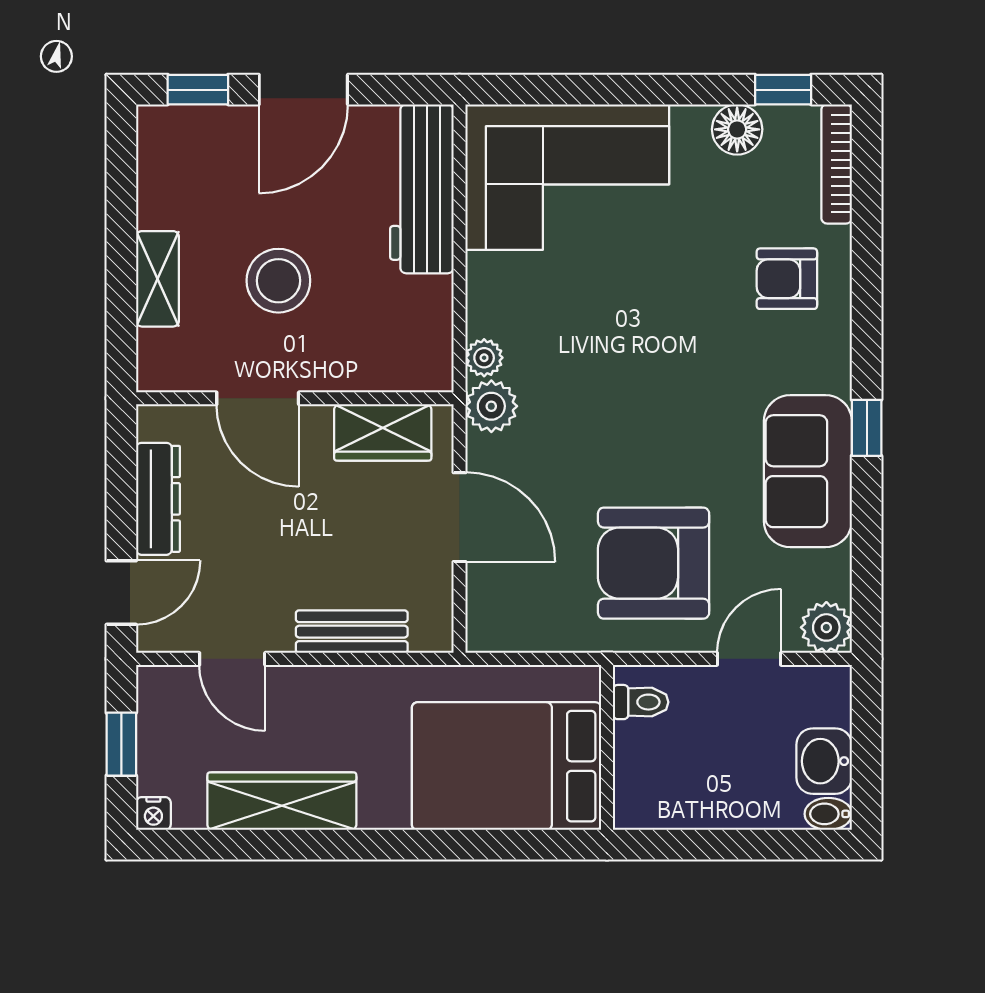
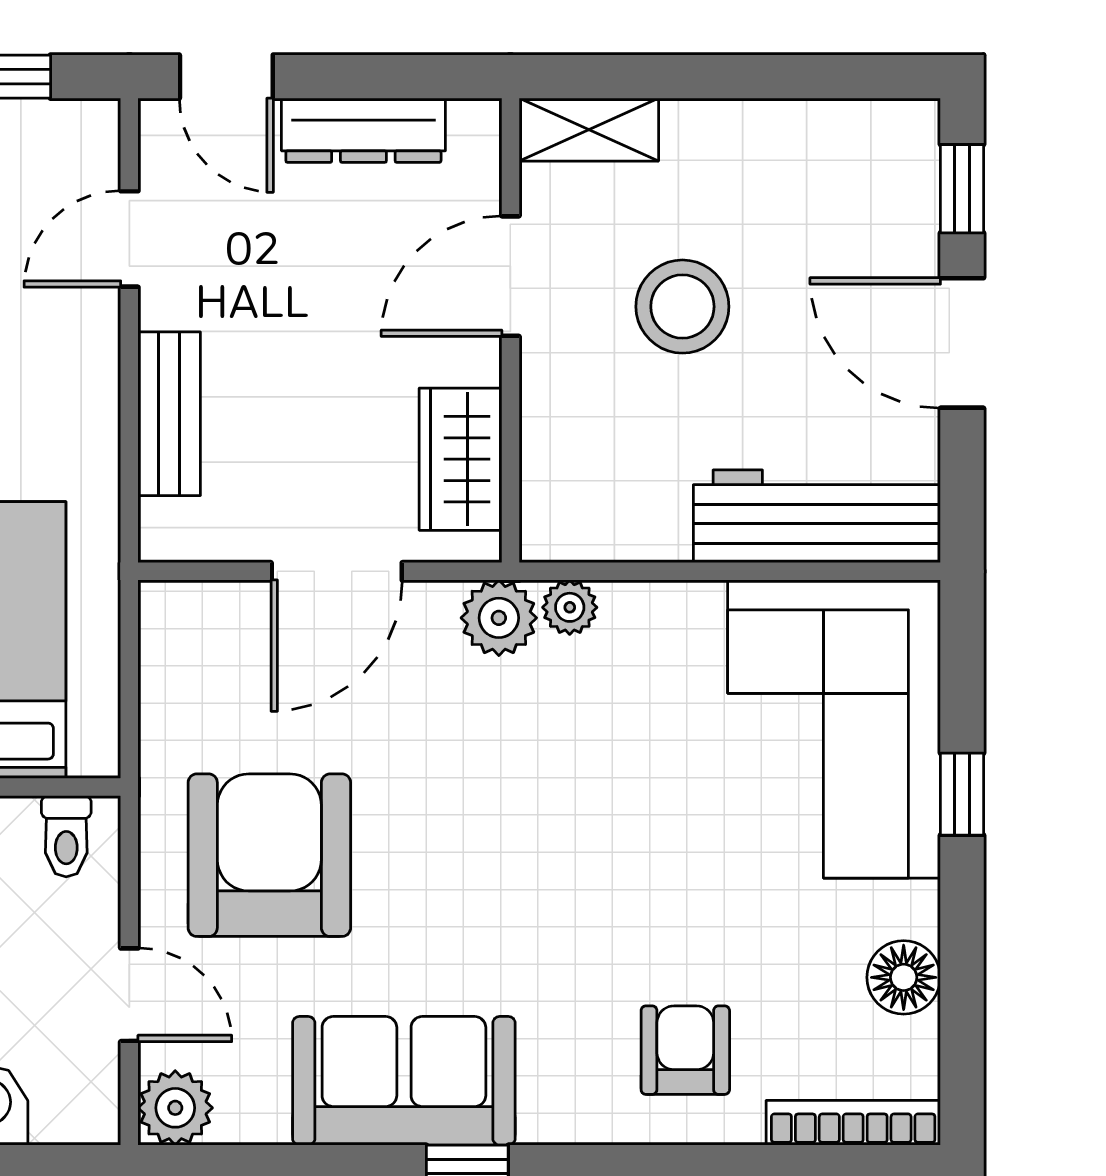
window: (783, 90) -> (962, 794), moved
shelving: (157, 279) -> (589, 130), moved

